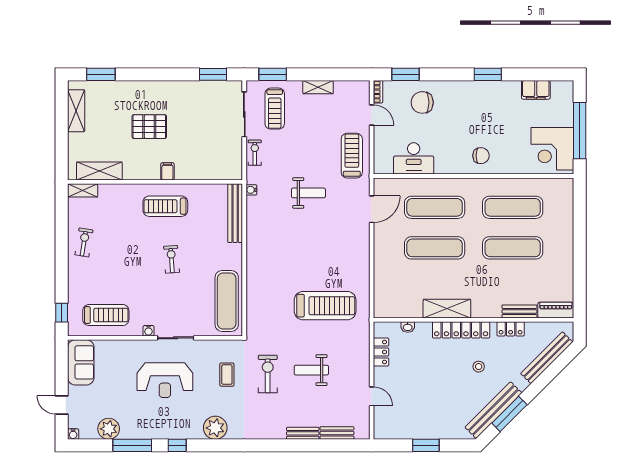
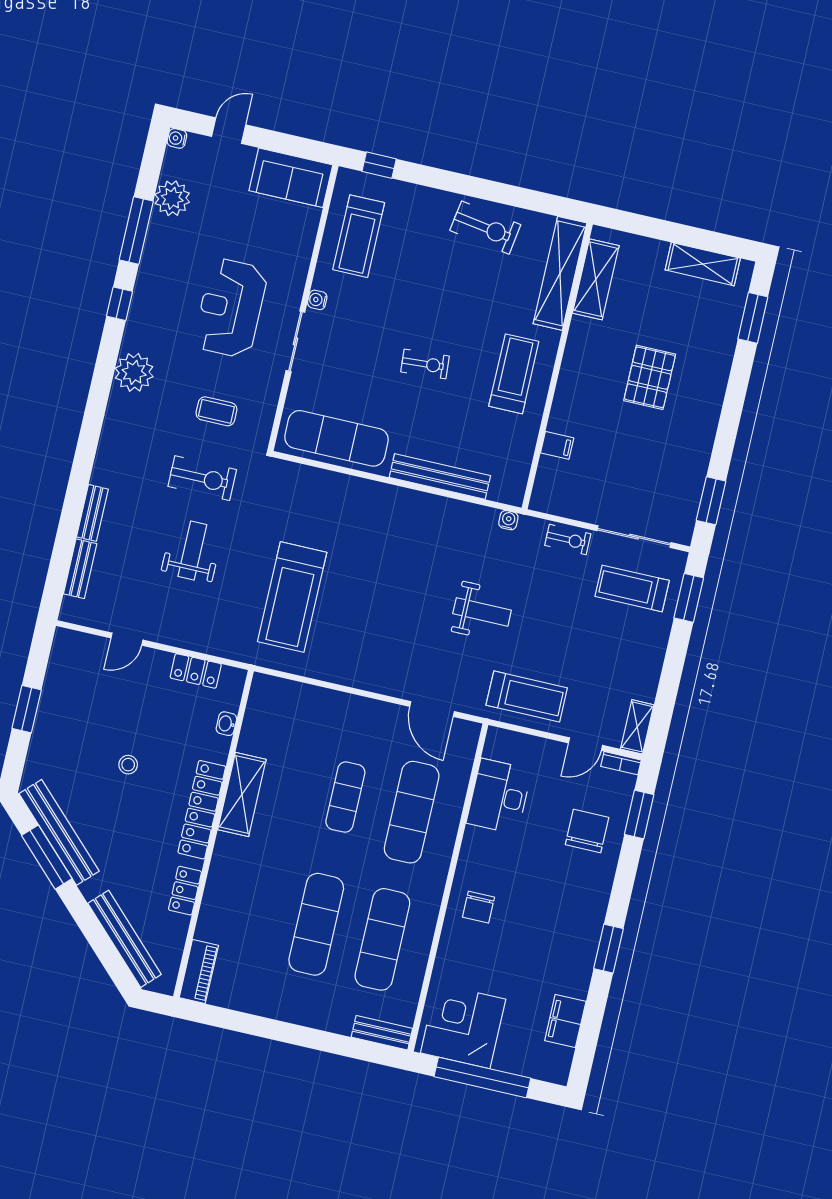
shelving: (318, 87) -> (637, 727), moved
filing cabinet: (167, 171) -> (557, 445), moved
shelving: (83, 190) -> (560, 273), width x2.20, depth x1.33
weight bench: (308, 193) -> (482, 612), turned -90
bench: (235, 213) -> (440, 477), moved
exercise bike: (84, 242) -> (485, 228), width x1.38, depth x1.39
exercise mat: (435, 248) -> (345, 797), width x0.73, depth x0.69
bench: (519, 311) -> (382, 1033), moved, turned 90
stool: (479, 367) -> (128, 765), moved

